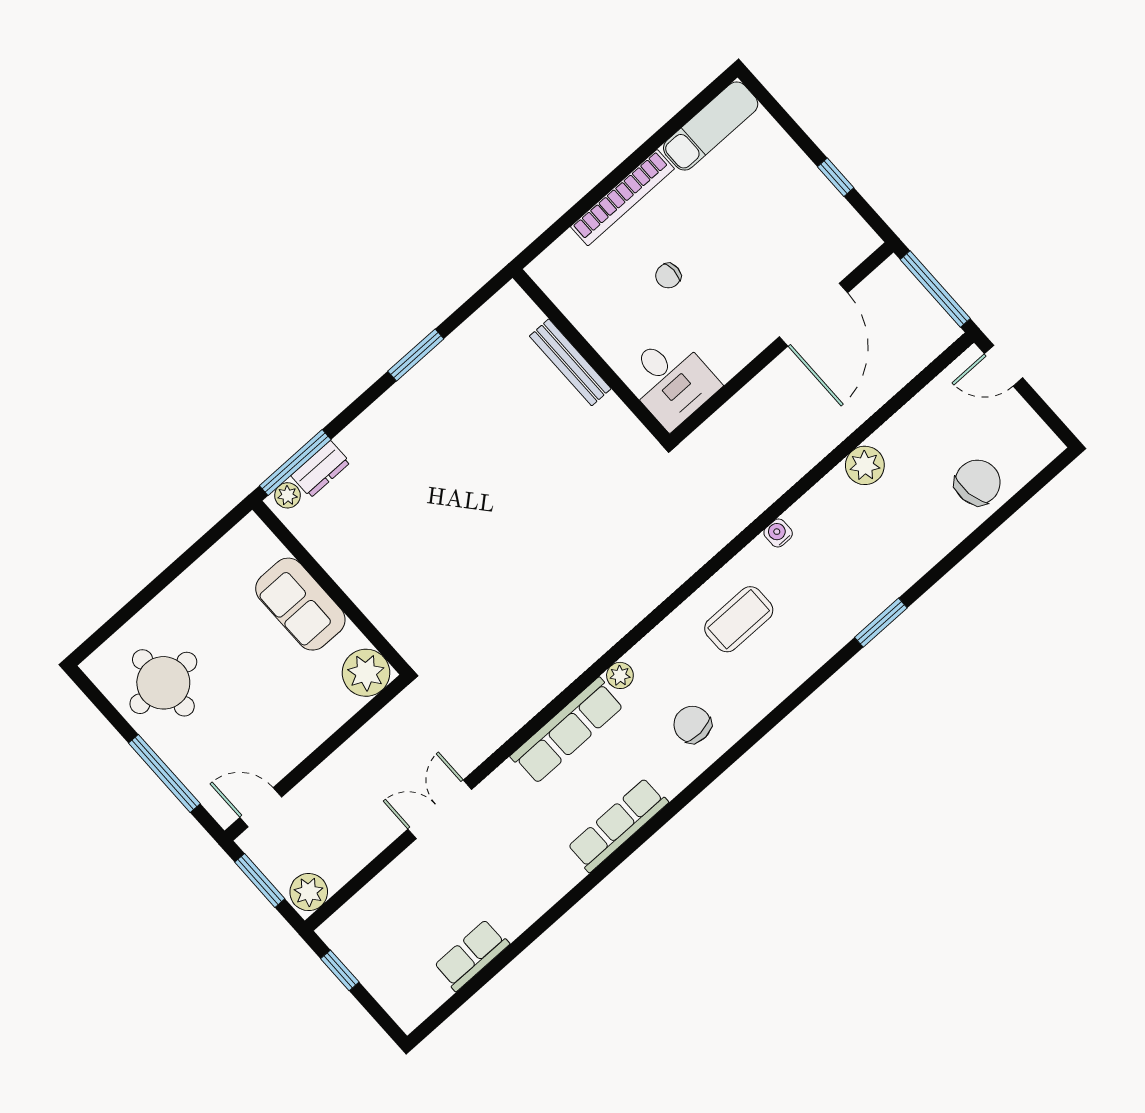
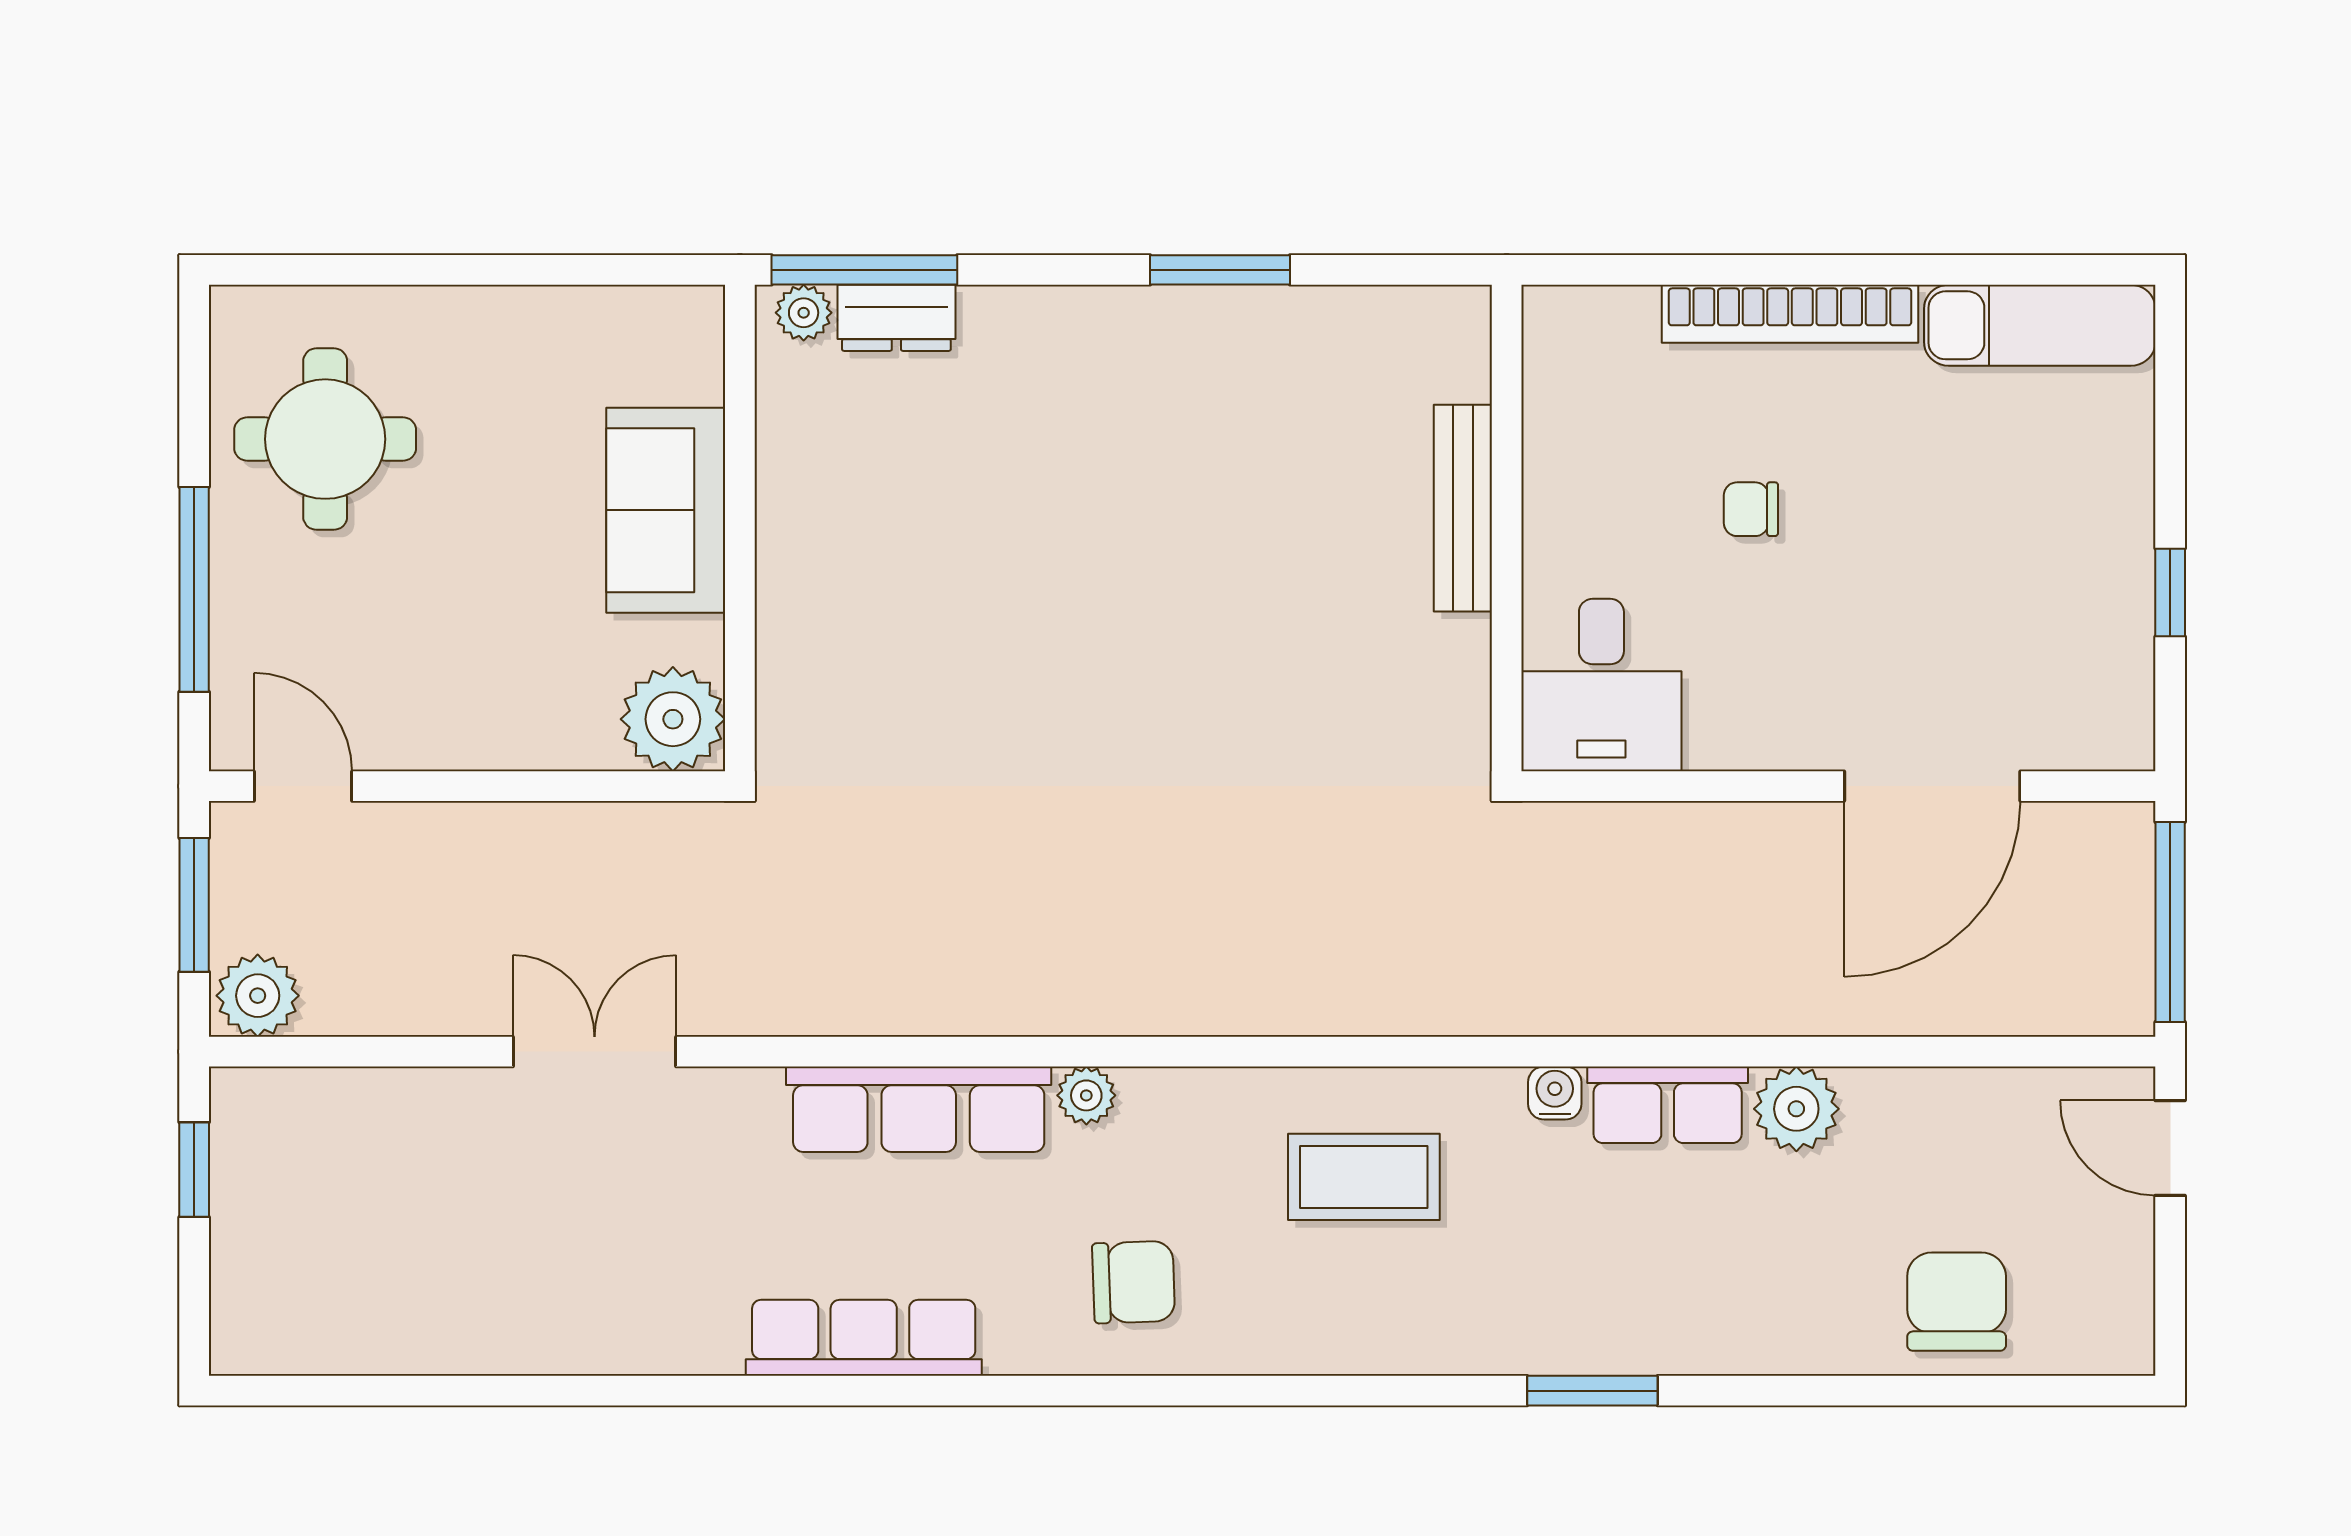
chair: (978, 482) -> (1957, 1302), turned -81
chair: (692, 725) -> (1134, 1282), turned 92
row of seats: (471, 955) -> (1668, 1105), moved, turned 180

